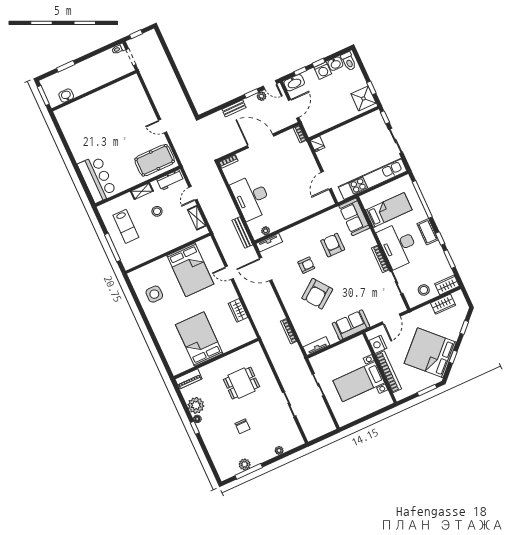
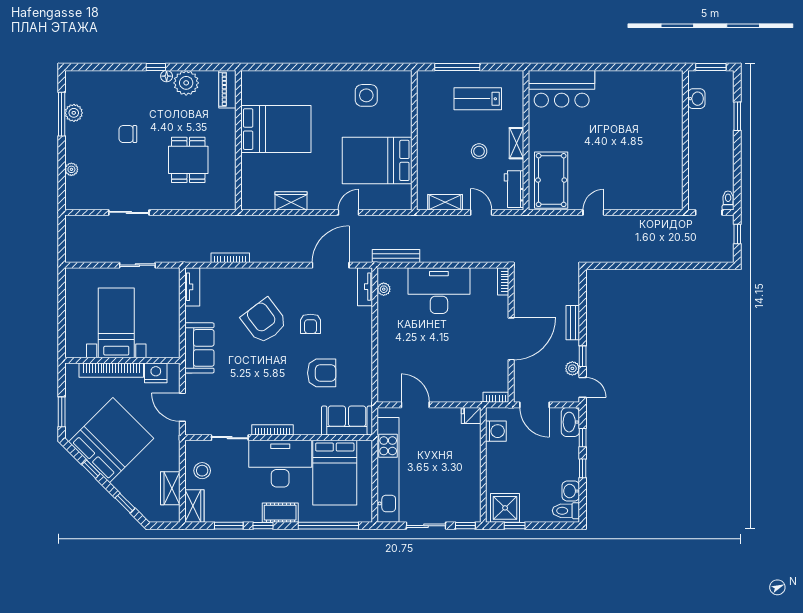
washing machine: (323, 71) -> (496, 431), moved, turned 180
door: (270, 85) -> (583, 387), swing flipped
bed: (389, 210) -> (335, 473), width x1.50

